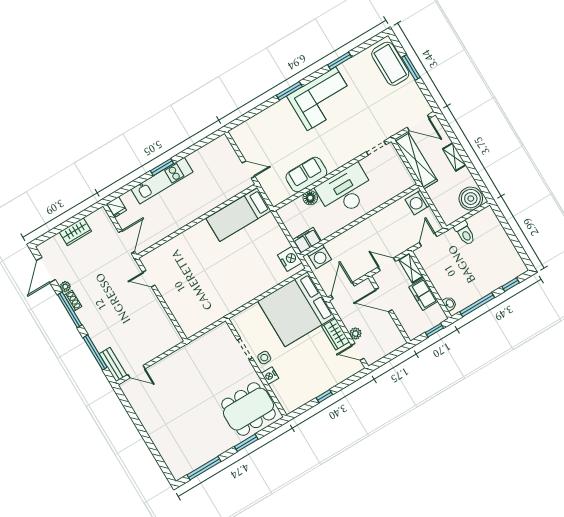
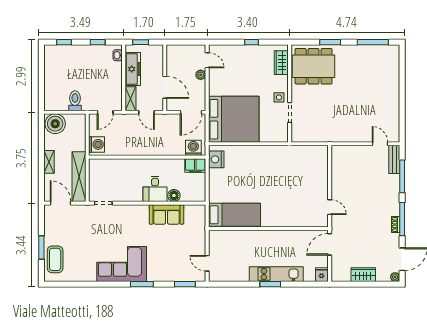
window: (339, 61) -> (185, 284), moved
coffee table: (390, 64) -> (55, 259), width x0.73, depth x0.76
door: (249, 170) -> (207, 263), moved
desk: (345, 191) -> (155, 189), width x0.53, depth x0.77
plant: (65, 287) -> (395, 277), moved
freezer: (423, 294) -> (133, 69), width x1.40
window: (477, 305) -> (98, 42), width x0.46
wardrobe: (336, 334) -> (281, 63), moved, turned 180
nightstand: (270, 376) -> (283, 81), removed

